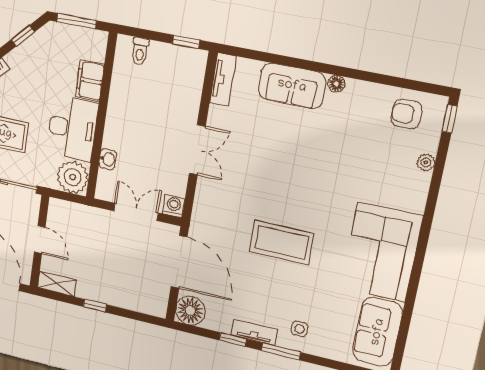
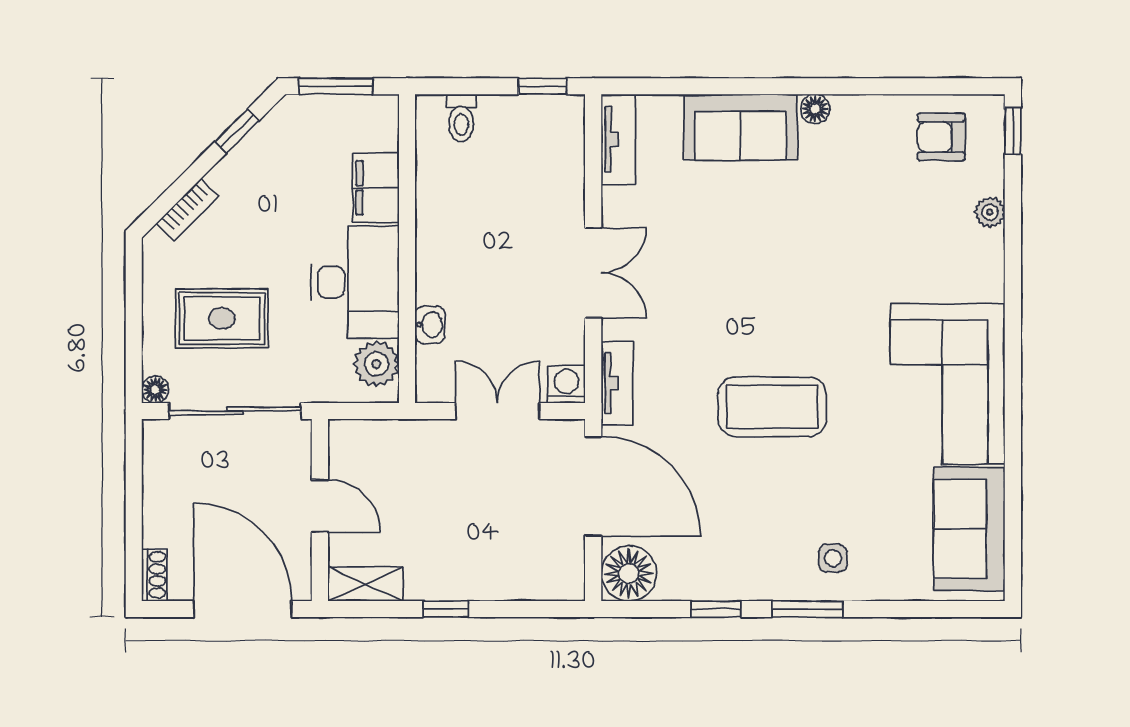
plant: (73, 177) -> (376, 364), width x0.73, depth x0.73
tv unit: (254, 332) -> (617, 383), moved, turned 90

